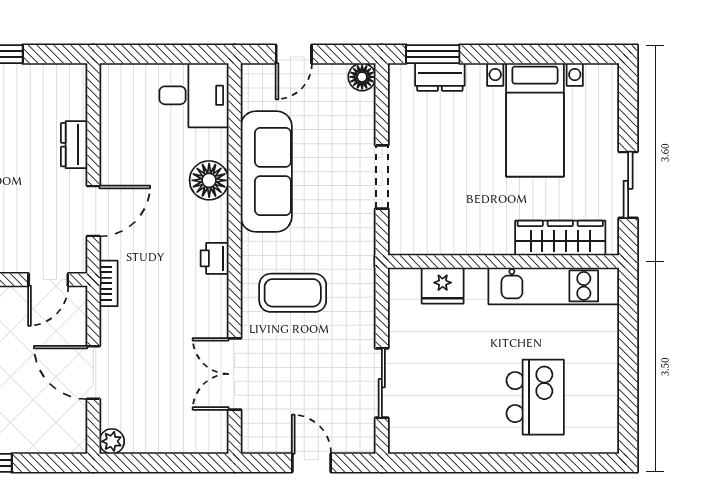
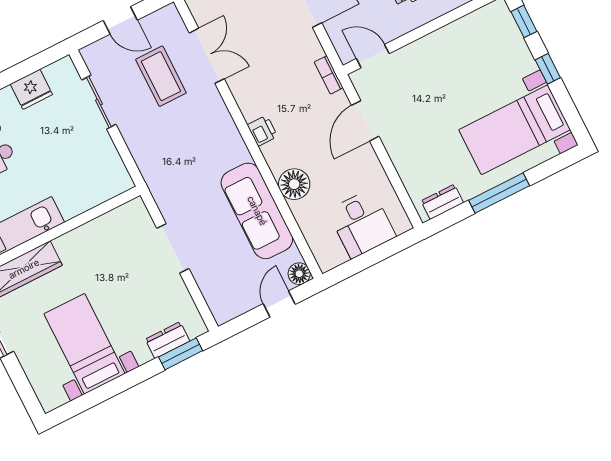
floor lamp: (362, 77) -> (299, 274), moved
desk: (194, 95) -> (362, 224), moved, turned -90
dresser: (74, 145) -> (442, 202), moved, turned -90
door: (48, 280) -> (373, 56), hinge flipped
fridge: (443, 286) -> (31, 89), moved, turned 180
coffee table: (293, 293) -> (161, 76), moved, turned 90

